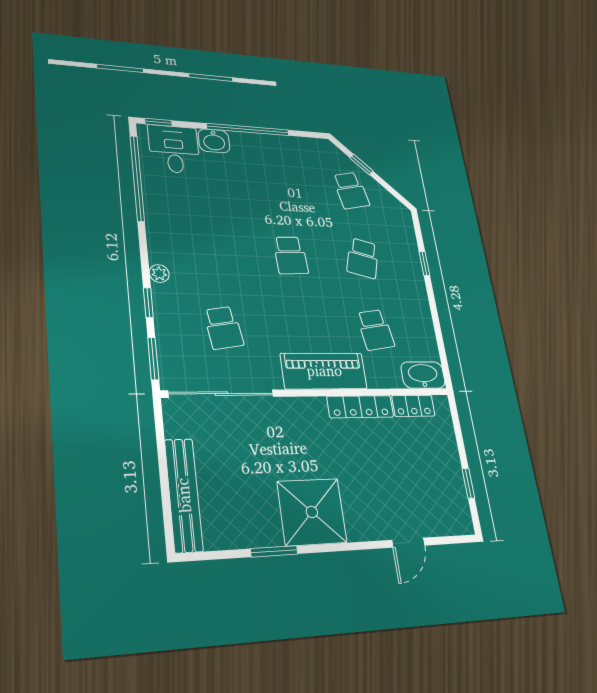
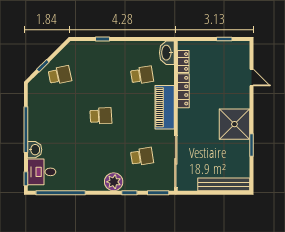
school desk: (363, 258) -> (101, 75), removed
plant: (159, 274) -> (114, 182), width x1.87, depth x1.87

